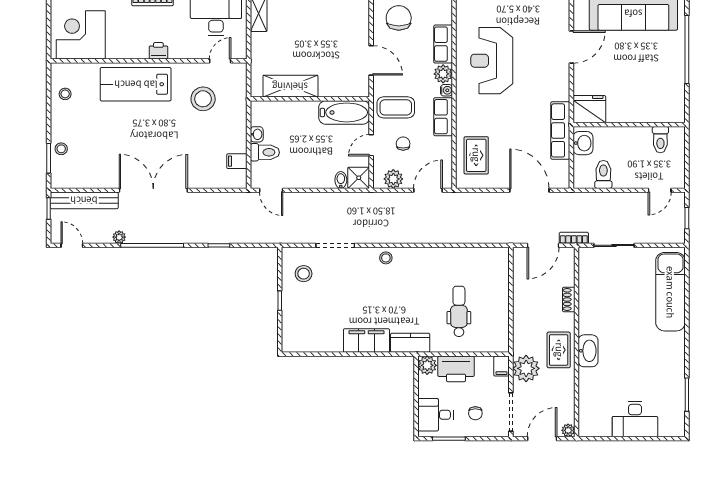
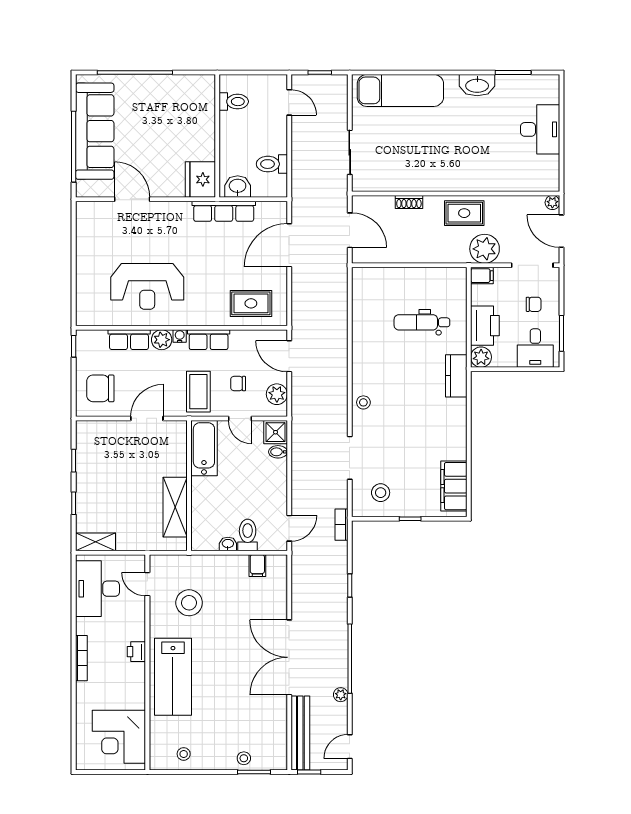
bookcase: (574, 238) -> (341, 525), moved
filing cabinet: (366, 341) -> (454, 486), moved
washbasin: (588, 351) -> (477, 85), moved, turned 180

